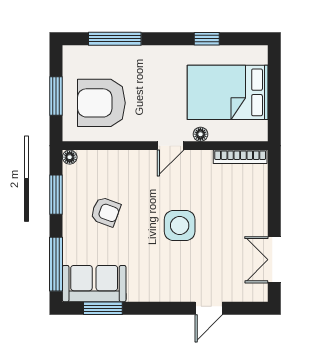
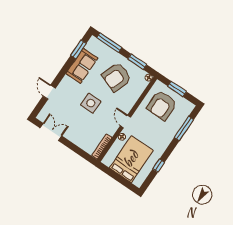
armchair: (101, 103) -> (162, 105), turned 180
armchair: (106, 212) -> (117, 77), width x1.88, depth x1.88
sofa: (94, 284) -> (82, 66), moved

